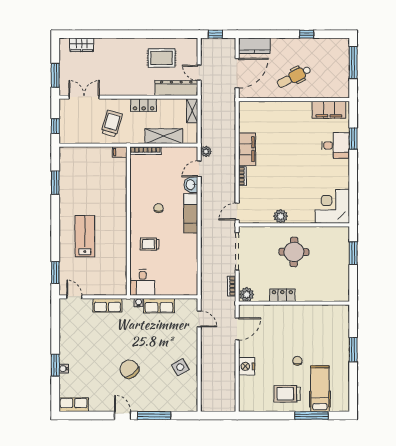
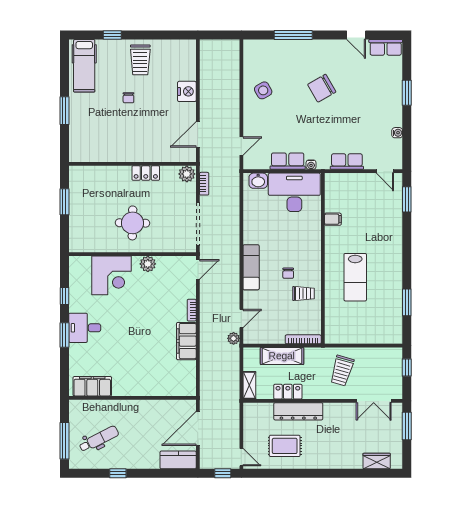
door: (199, 73) -> (241, 457), moved
dental chair: (294, 77) -> (99, 439), moved
dresser: (176, 88) -> (298, 411), moved
locker: (144, 105) -> (288, 392), moved
window: (353, 139) -> (64, 335), moved
desk: (336, 145) -> (85, 328), moved
filing cabinet: (120, 152) -> (333, 219), moved
washbasin: (191, 185) -> (258, 181), moved, turned 90
window: (353, 188) -> (64, 296), added
corner desk: (332, 206) -> (111, 275), moved
lab bench: (85, 236) -> (355, 277), moved
trolley: (150, 244) -> (303, 293), moved
window: (353, 253) -> (64, 202), moved
desk: (143, 282) -> (294, 192), width x1.87, depth x1.30
door: (199, 319) -> (241, 146), swing flipped
water cooler: (64, 369) -> (397, 133), moved
chair: (129, 369) -> (322, 88), turned 97
hospital bed: (320, 389) -> (84, 66), moved
trolley: (287, 394) -> (140, 60), turned 90
door: (123, 415) -> (356, 35), moved
window: (312, 415) -> (112, 35), width x0.46

